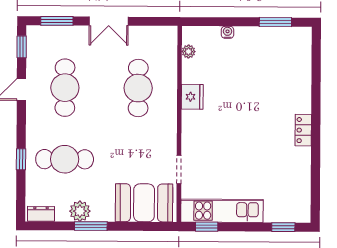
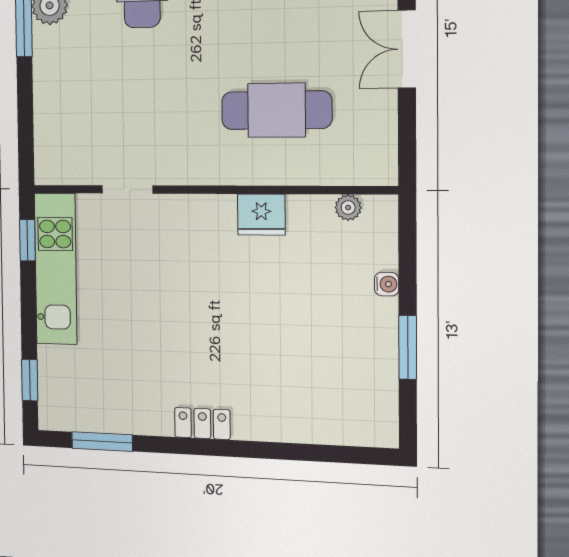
window: (275, 22) -> (408, 347), moved
window: (315, 186) -> (102, 442), added
booth: (144, 203) -> (67, 125), removed

